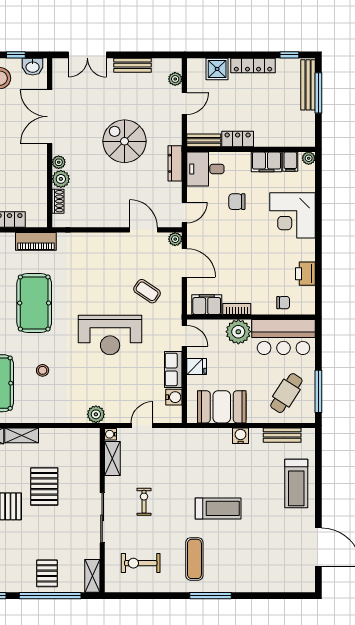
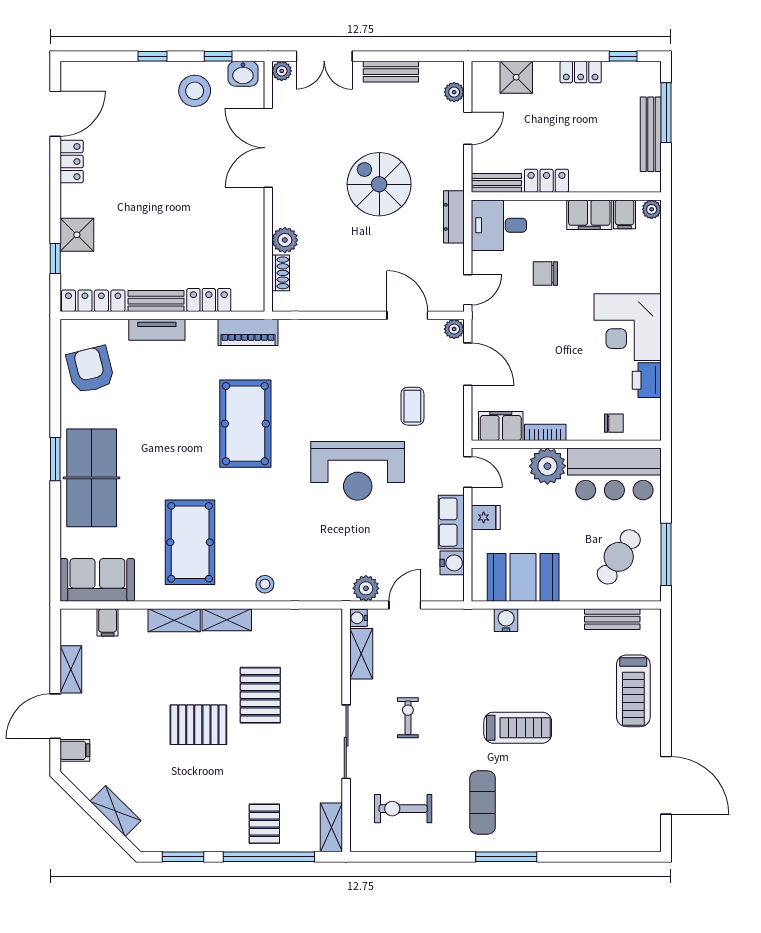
locker: (253, 65) -> (581, 72), width x0.66
bench: (308, 85) -> (651, 134), moved
plant: (59, 162) -> (282, 71), moved
corner desk: (292, 215) -> (628, 327), moved
coffee table: (147, 291) -> (412, 406), turned 56
stool: (43, 370) -> (265, 584), moved
plant: (96, 414) -> (366, 588), moved
water cooler: (241, 436) -> (506, 620), moved

